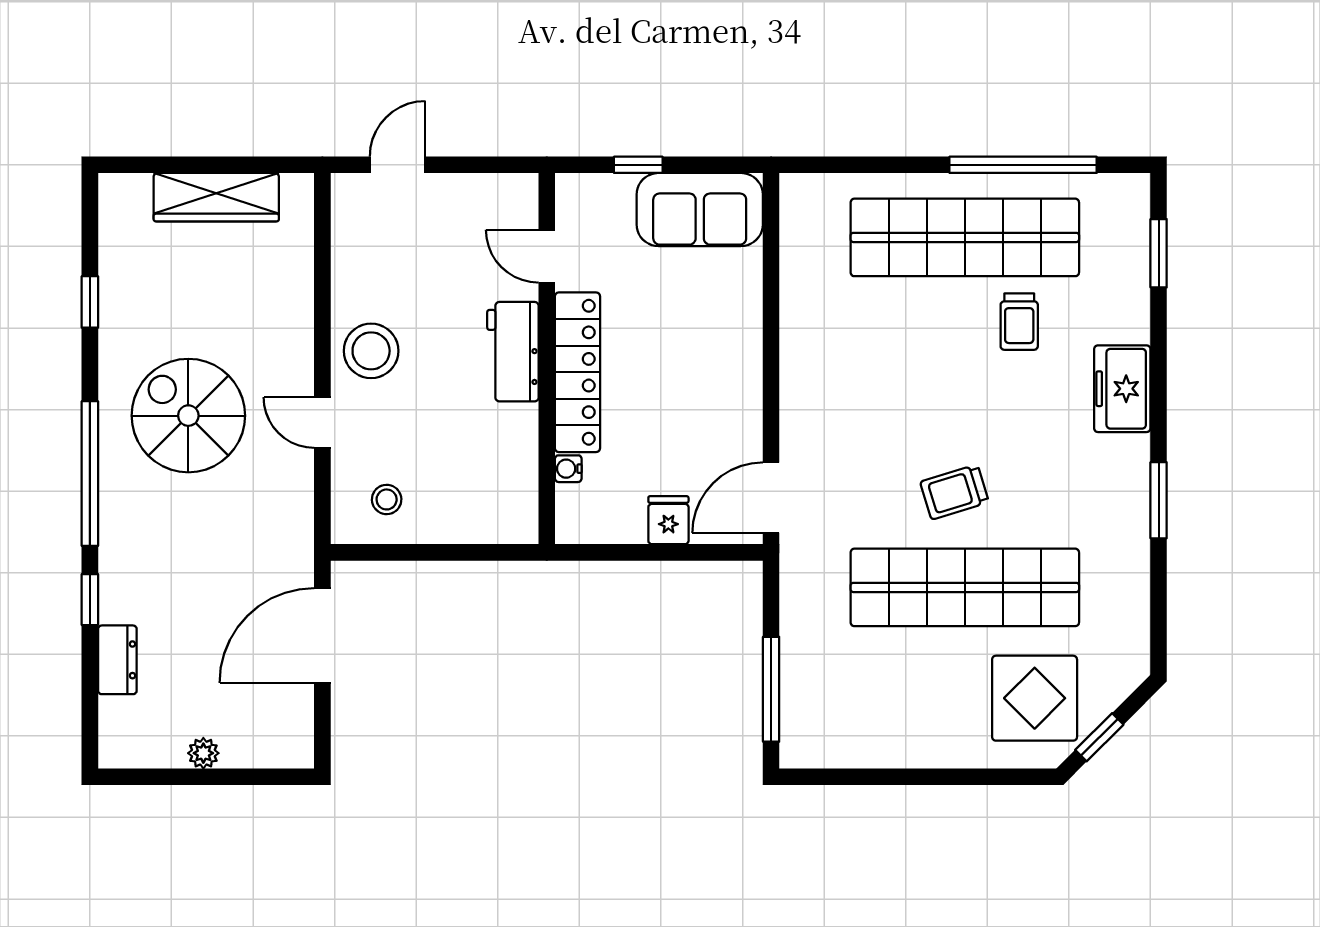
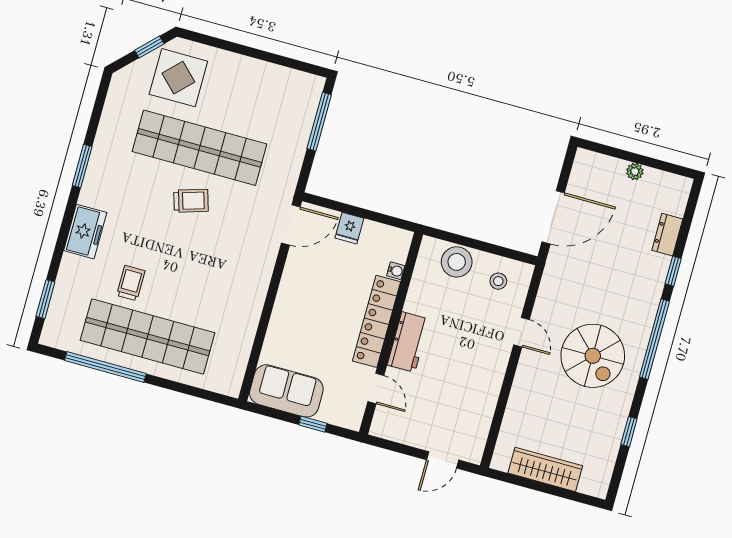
stool: (371, 351) -> (457, 262), moved

